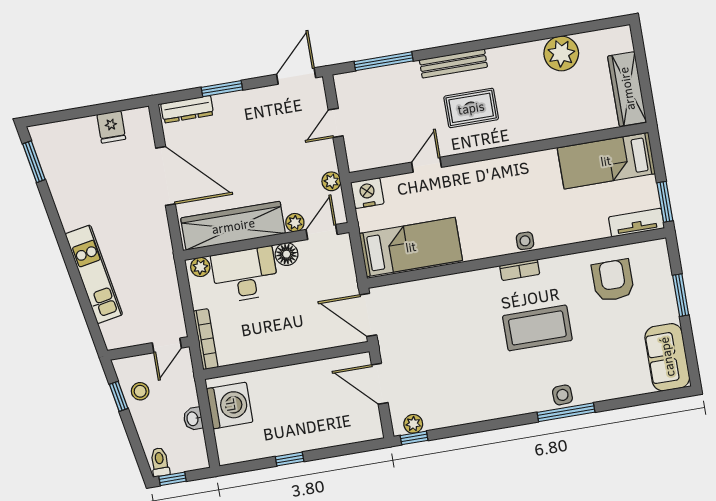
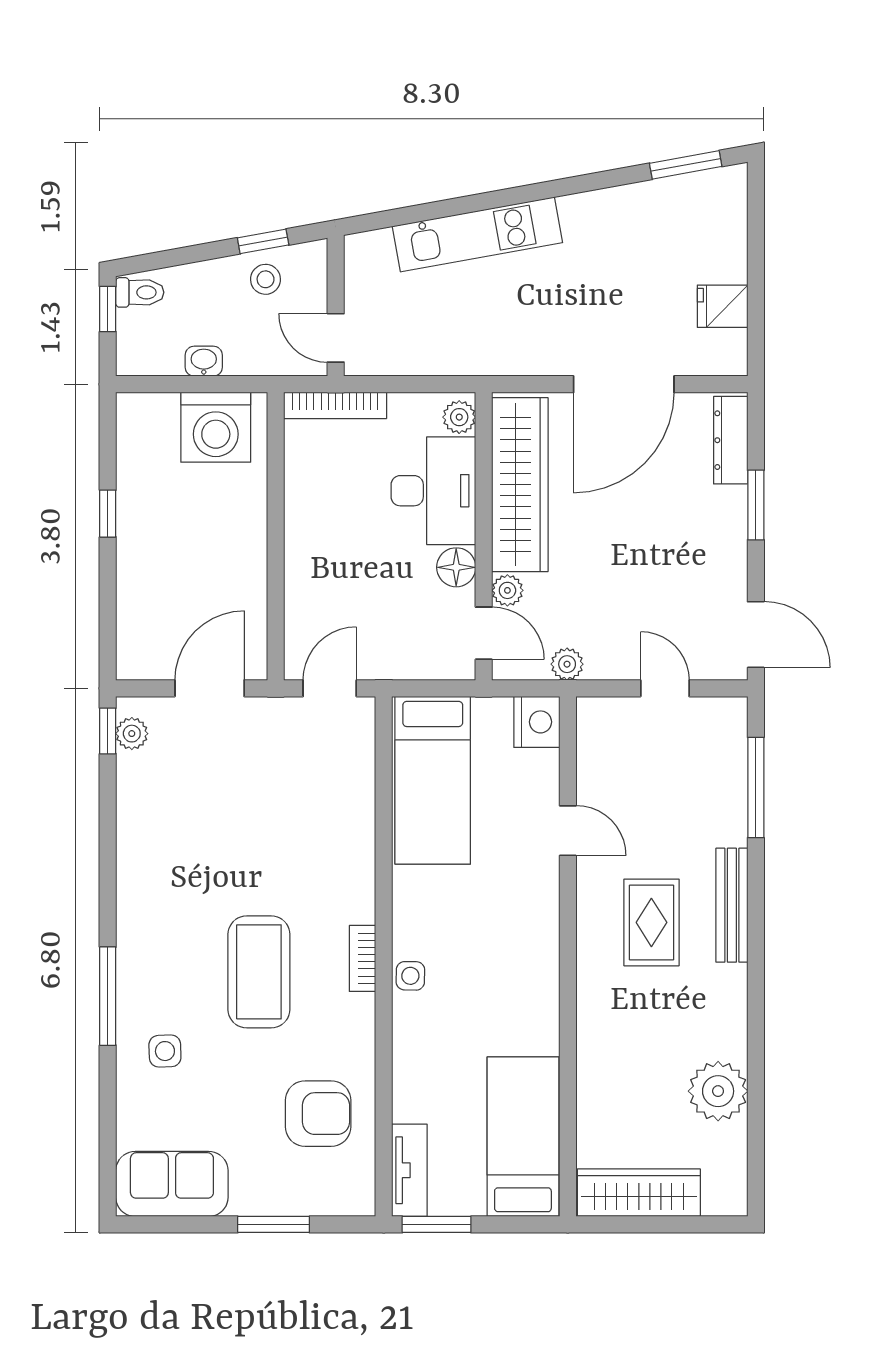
door: (368, 315) -> (330, 688), width x0.73
side table: (562, 395) -> (165, 1051), moved

